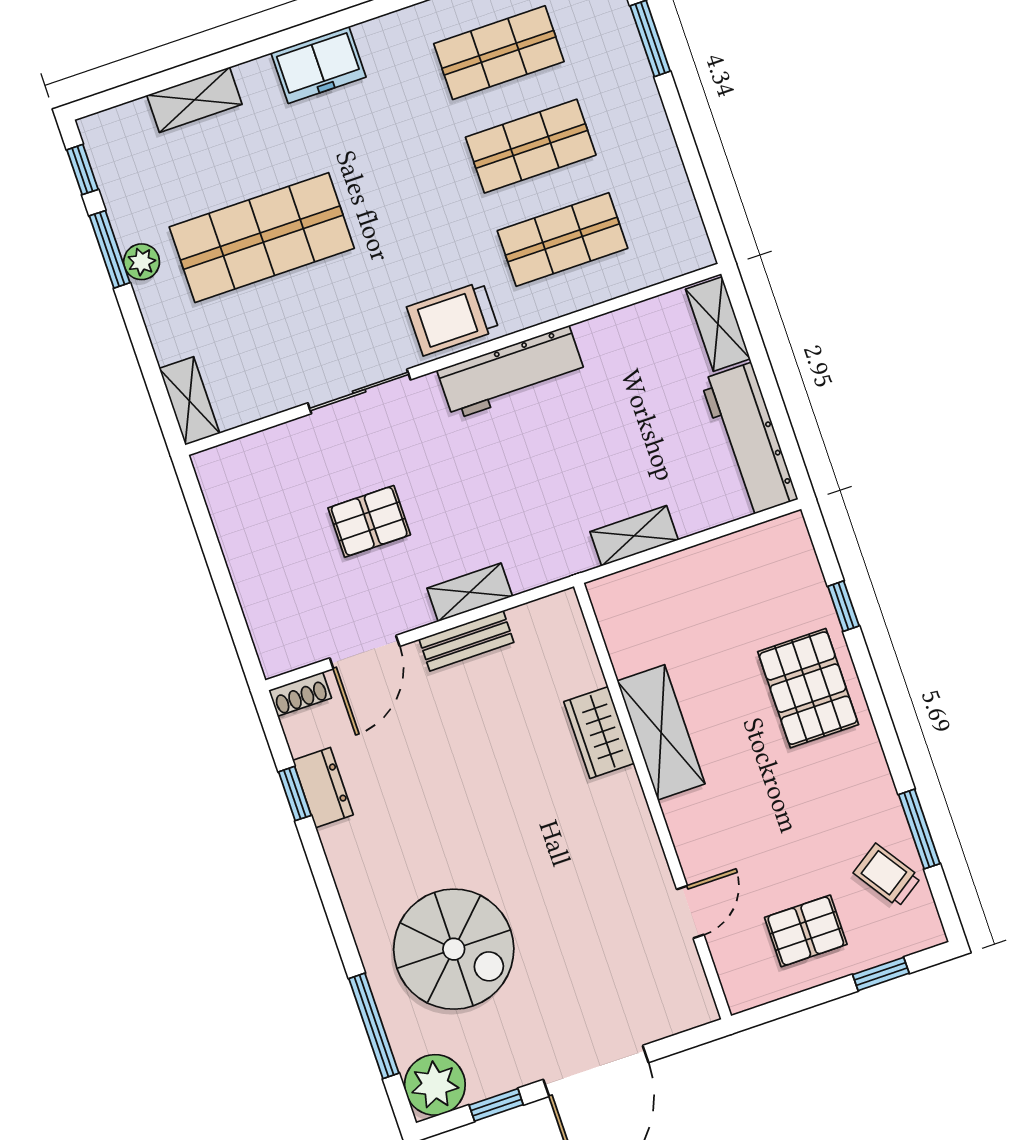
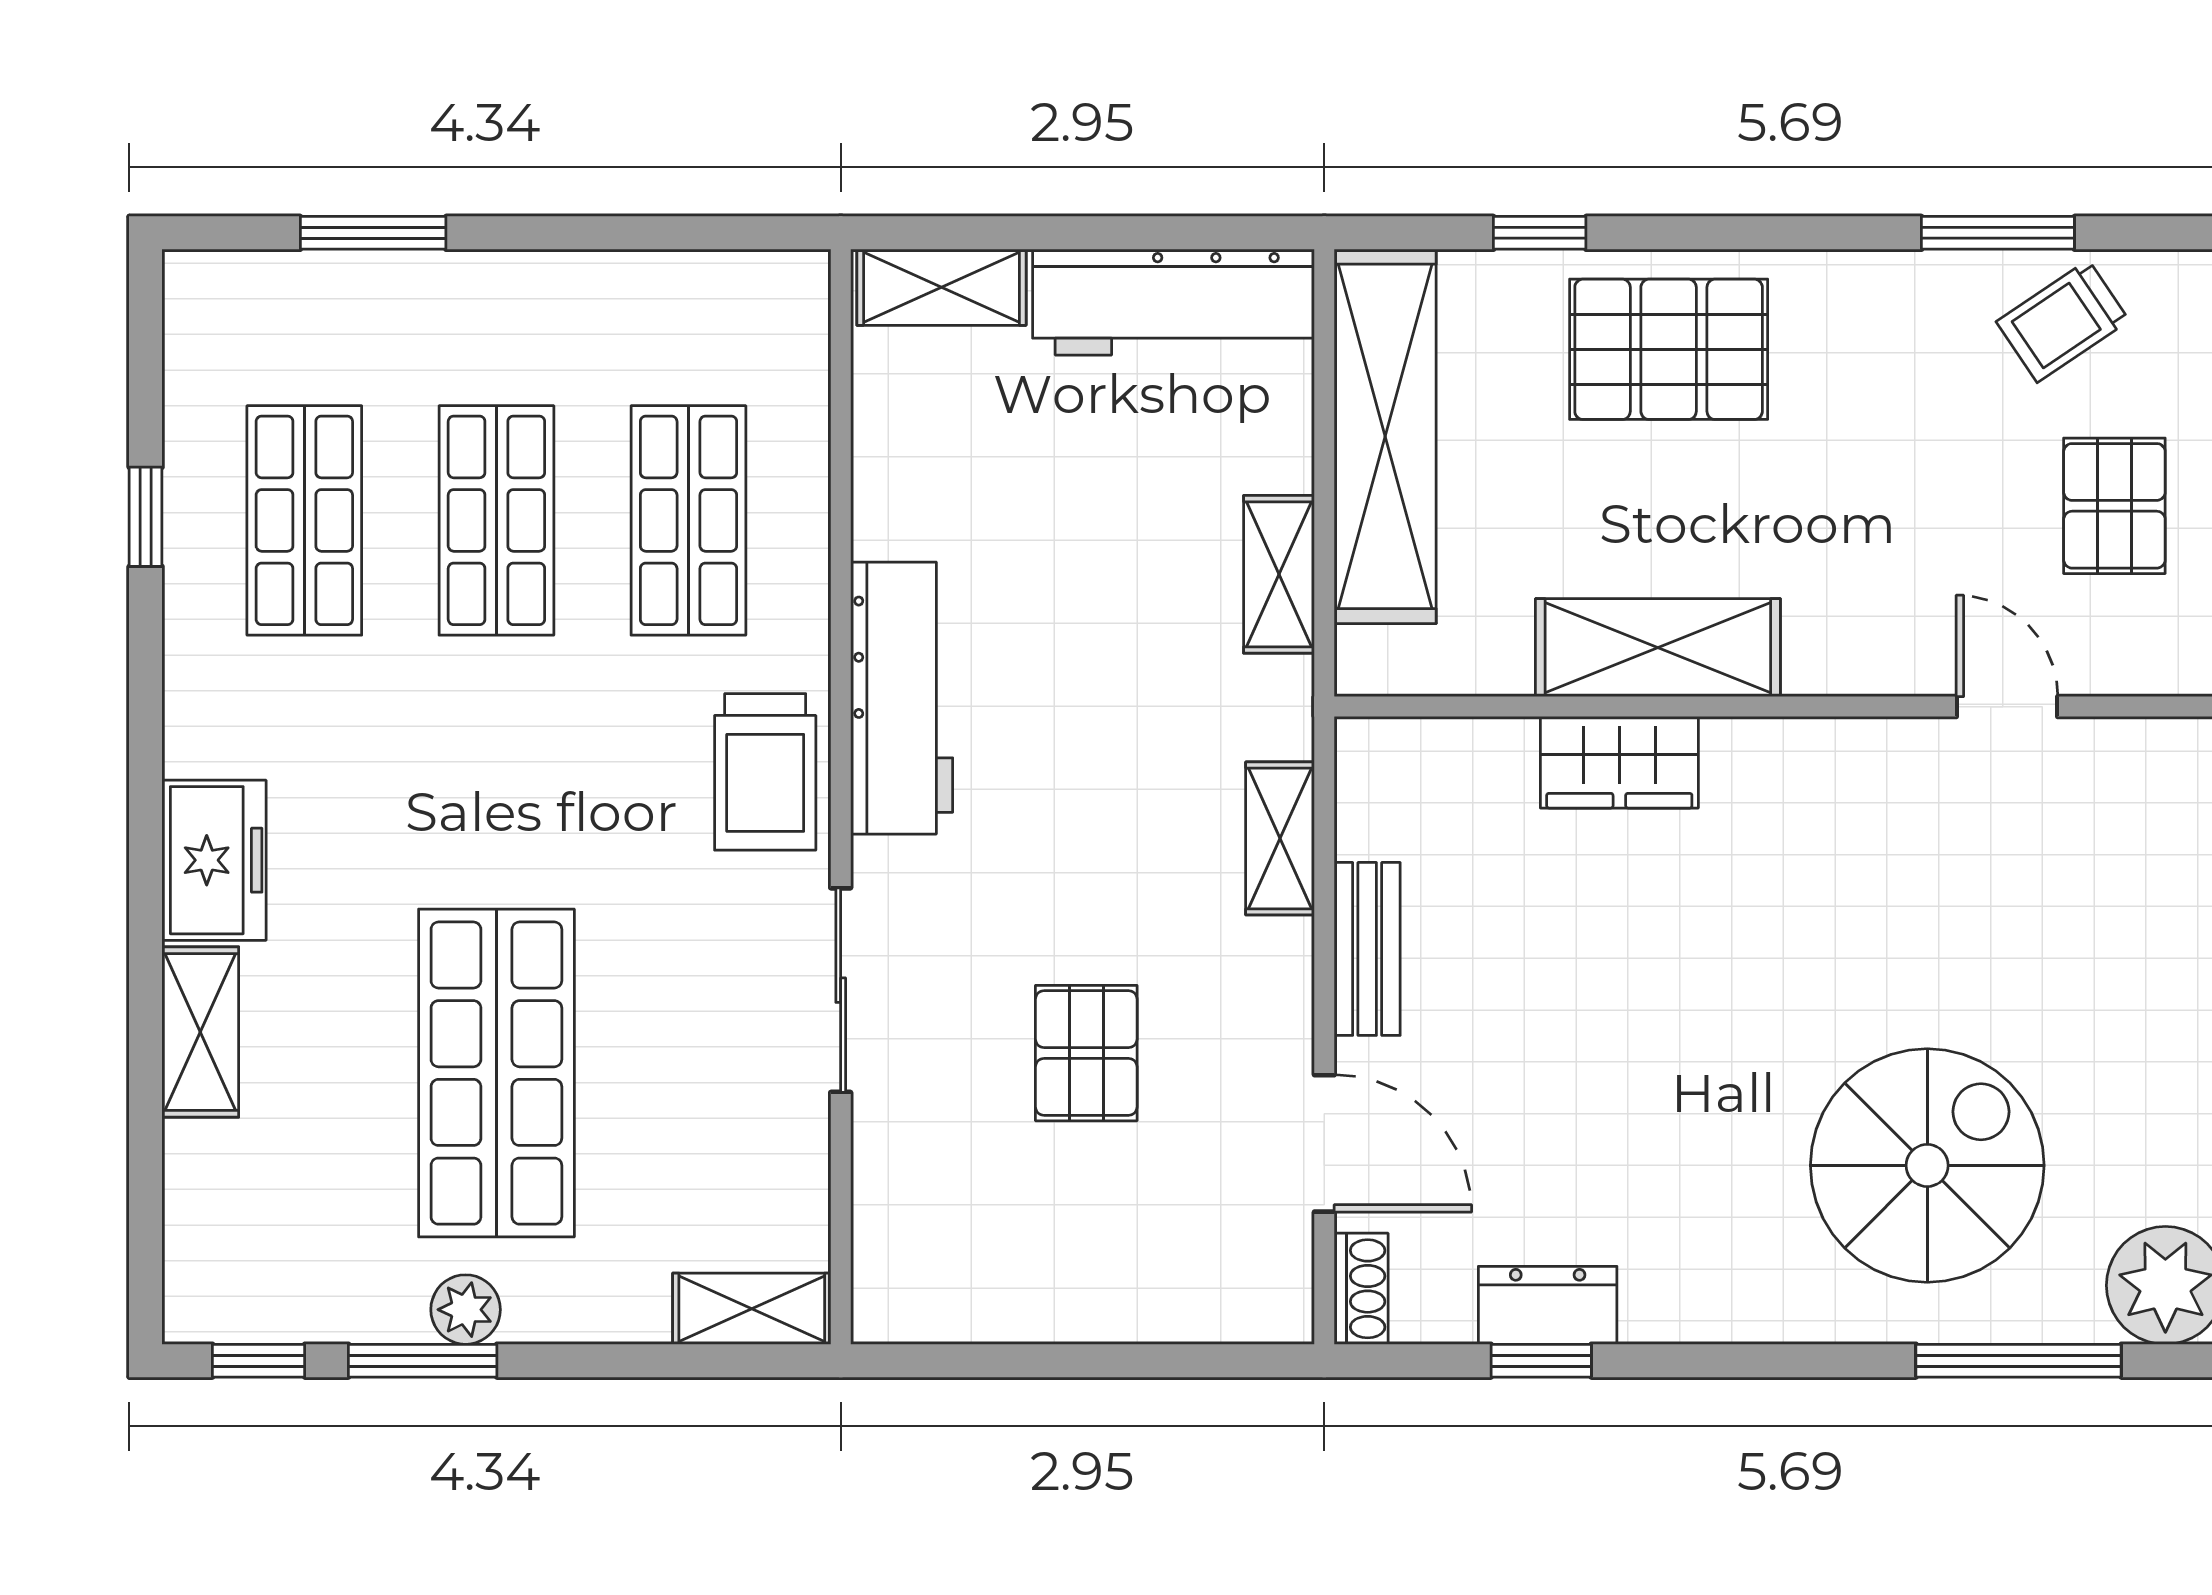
shelving: (194, 100) -> (200, 1032), moved
shelving: (719, 565) -> (1385, 436), added
shelving: (470, 592) -> (1280, 838), moved

